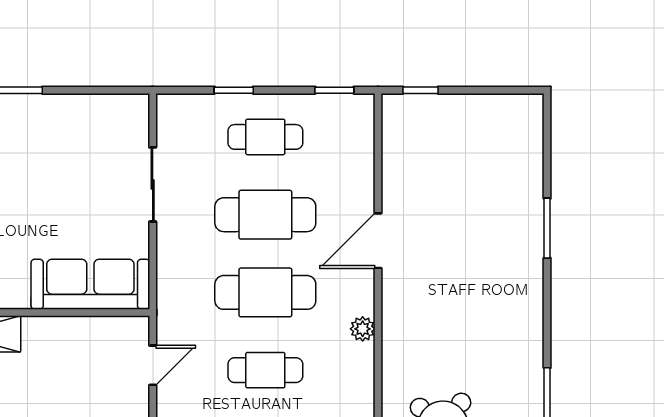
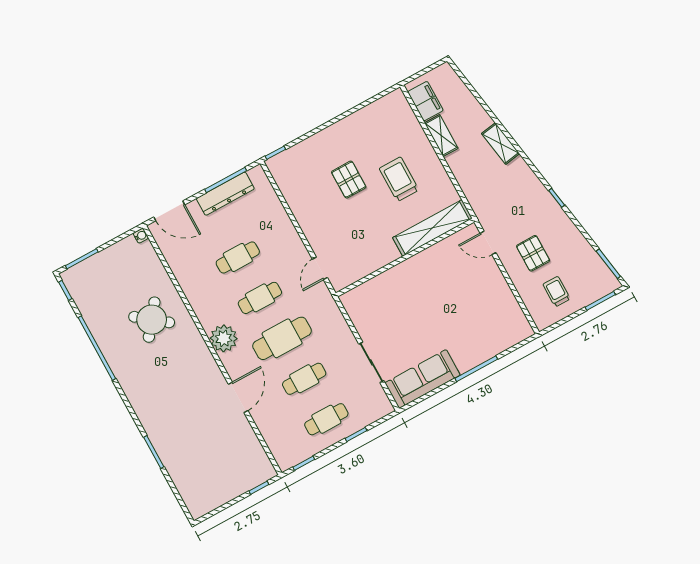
cafe table: (265, 215) -> (304, 379), width x0.73, depth x0.74
sofa: (90, 284) -> (423, 379), moved, turned 180
plant: (363, 329) -> (224, 338), width x1.87, depth x1.87

